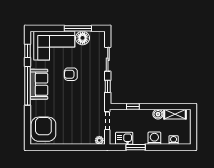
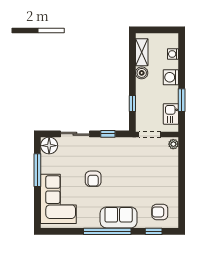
floor lamp: (83, 38) -> (49, 146), moved
window: (28, 51) -> (154, 231), moved
sofa: (39, 84) -> (119, 217), moved
armchair: (43, 129) -> (160, 212), width x0.53, depth x0.53

